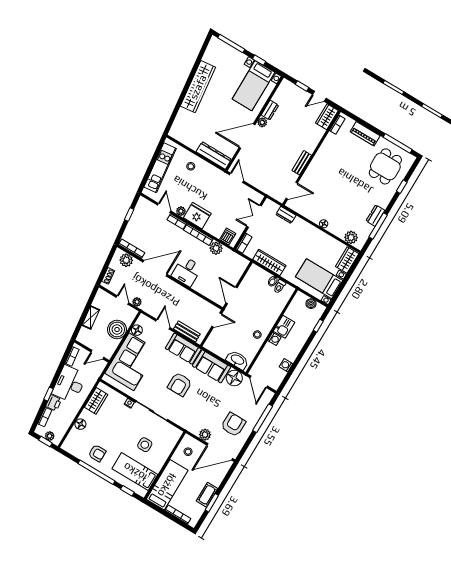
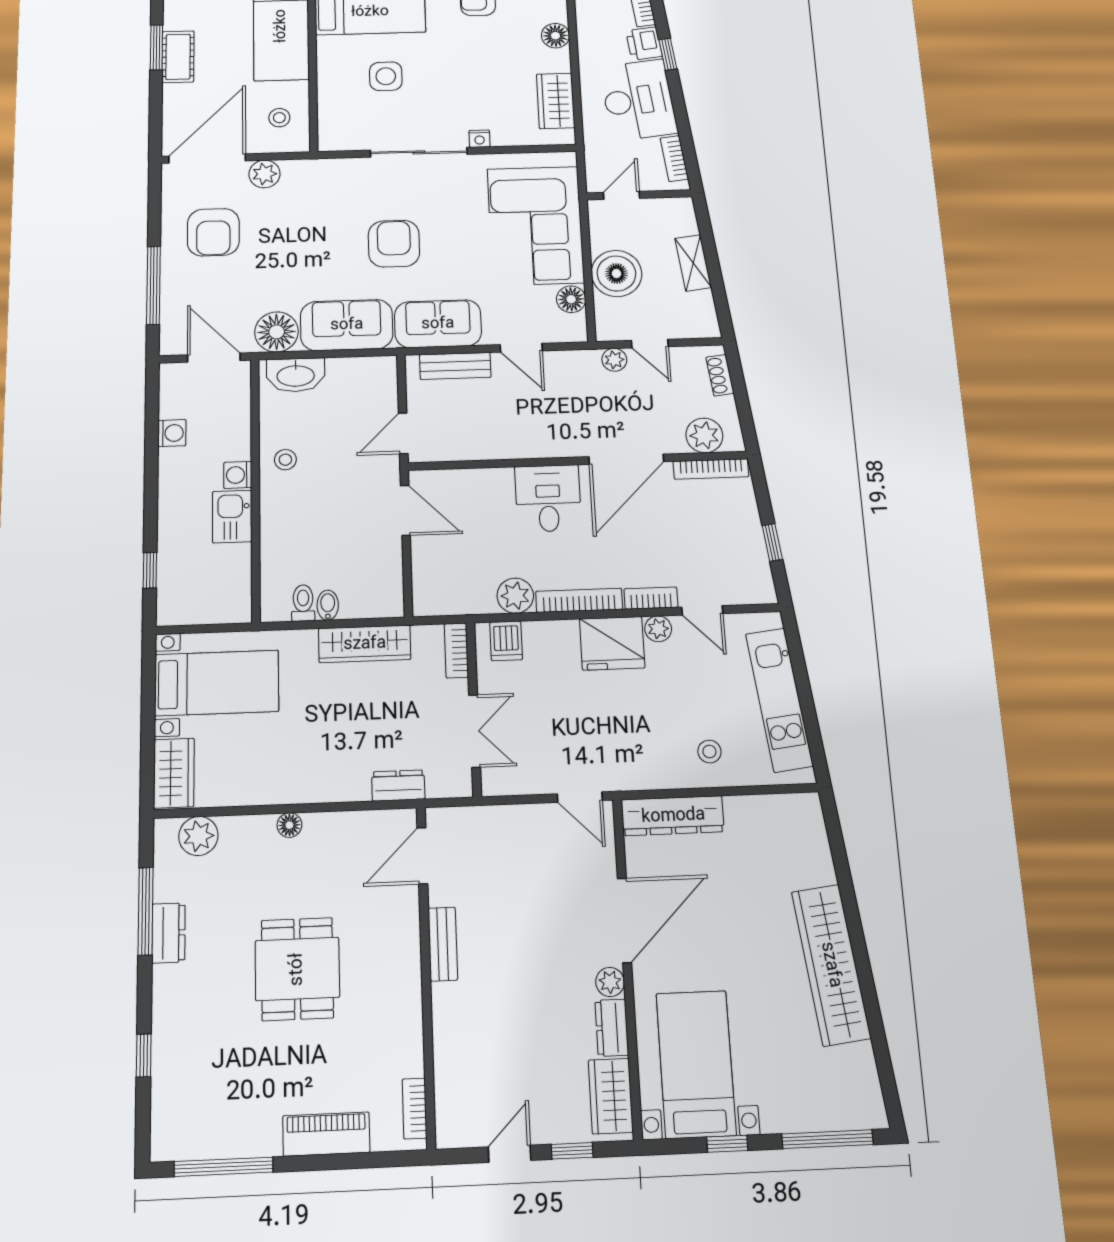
wardrobe: (327, 117) -> (611, 1096), moved, turned 180
dining table: (385, 166) -> (297, 969), moved
boiler: (311, 304) -> (200, 611), removed

